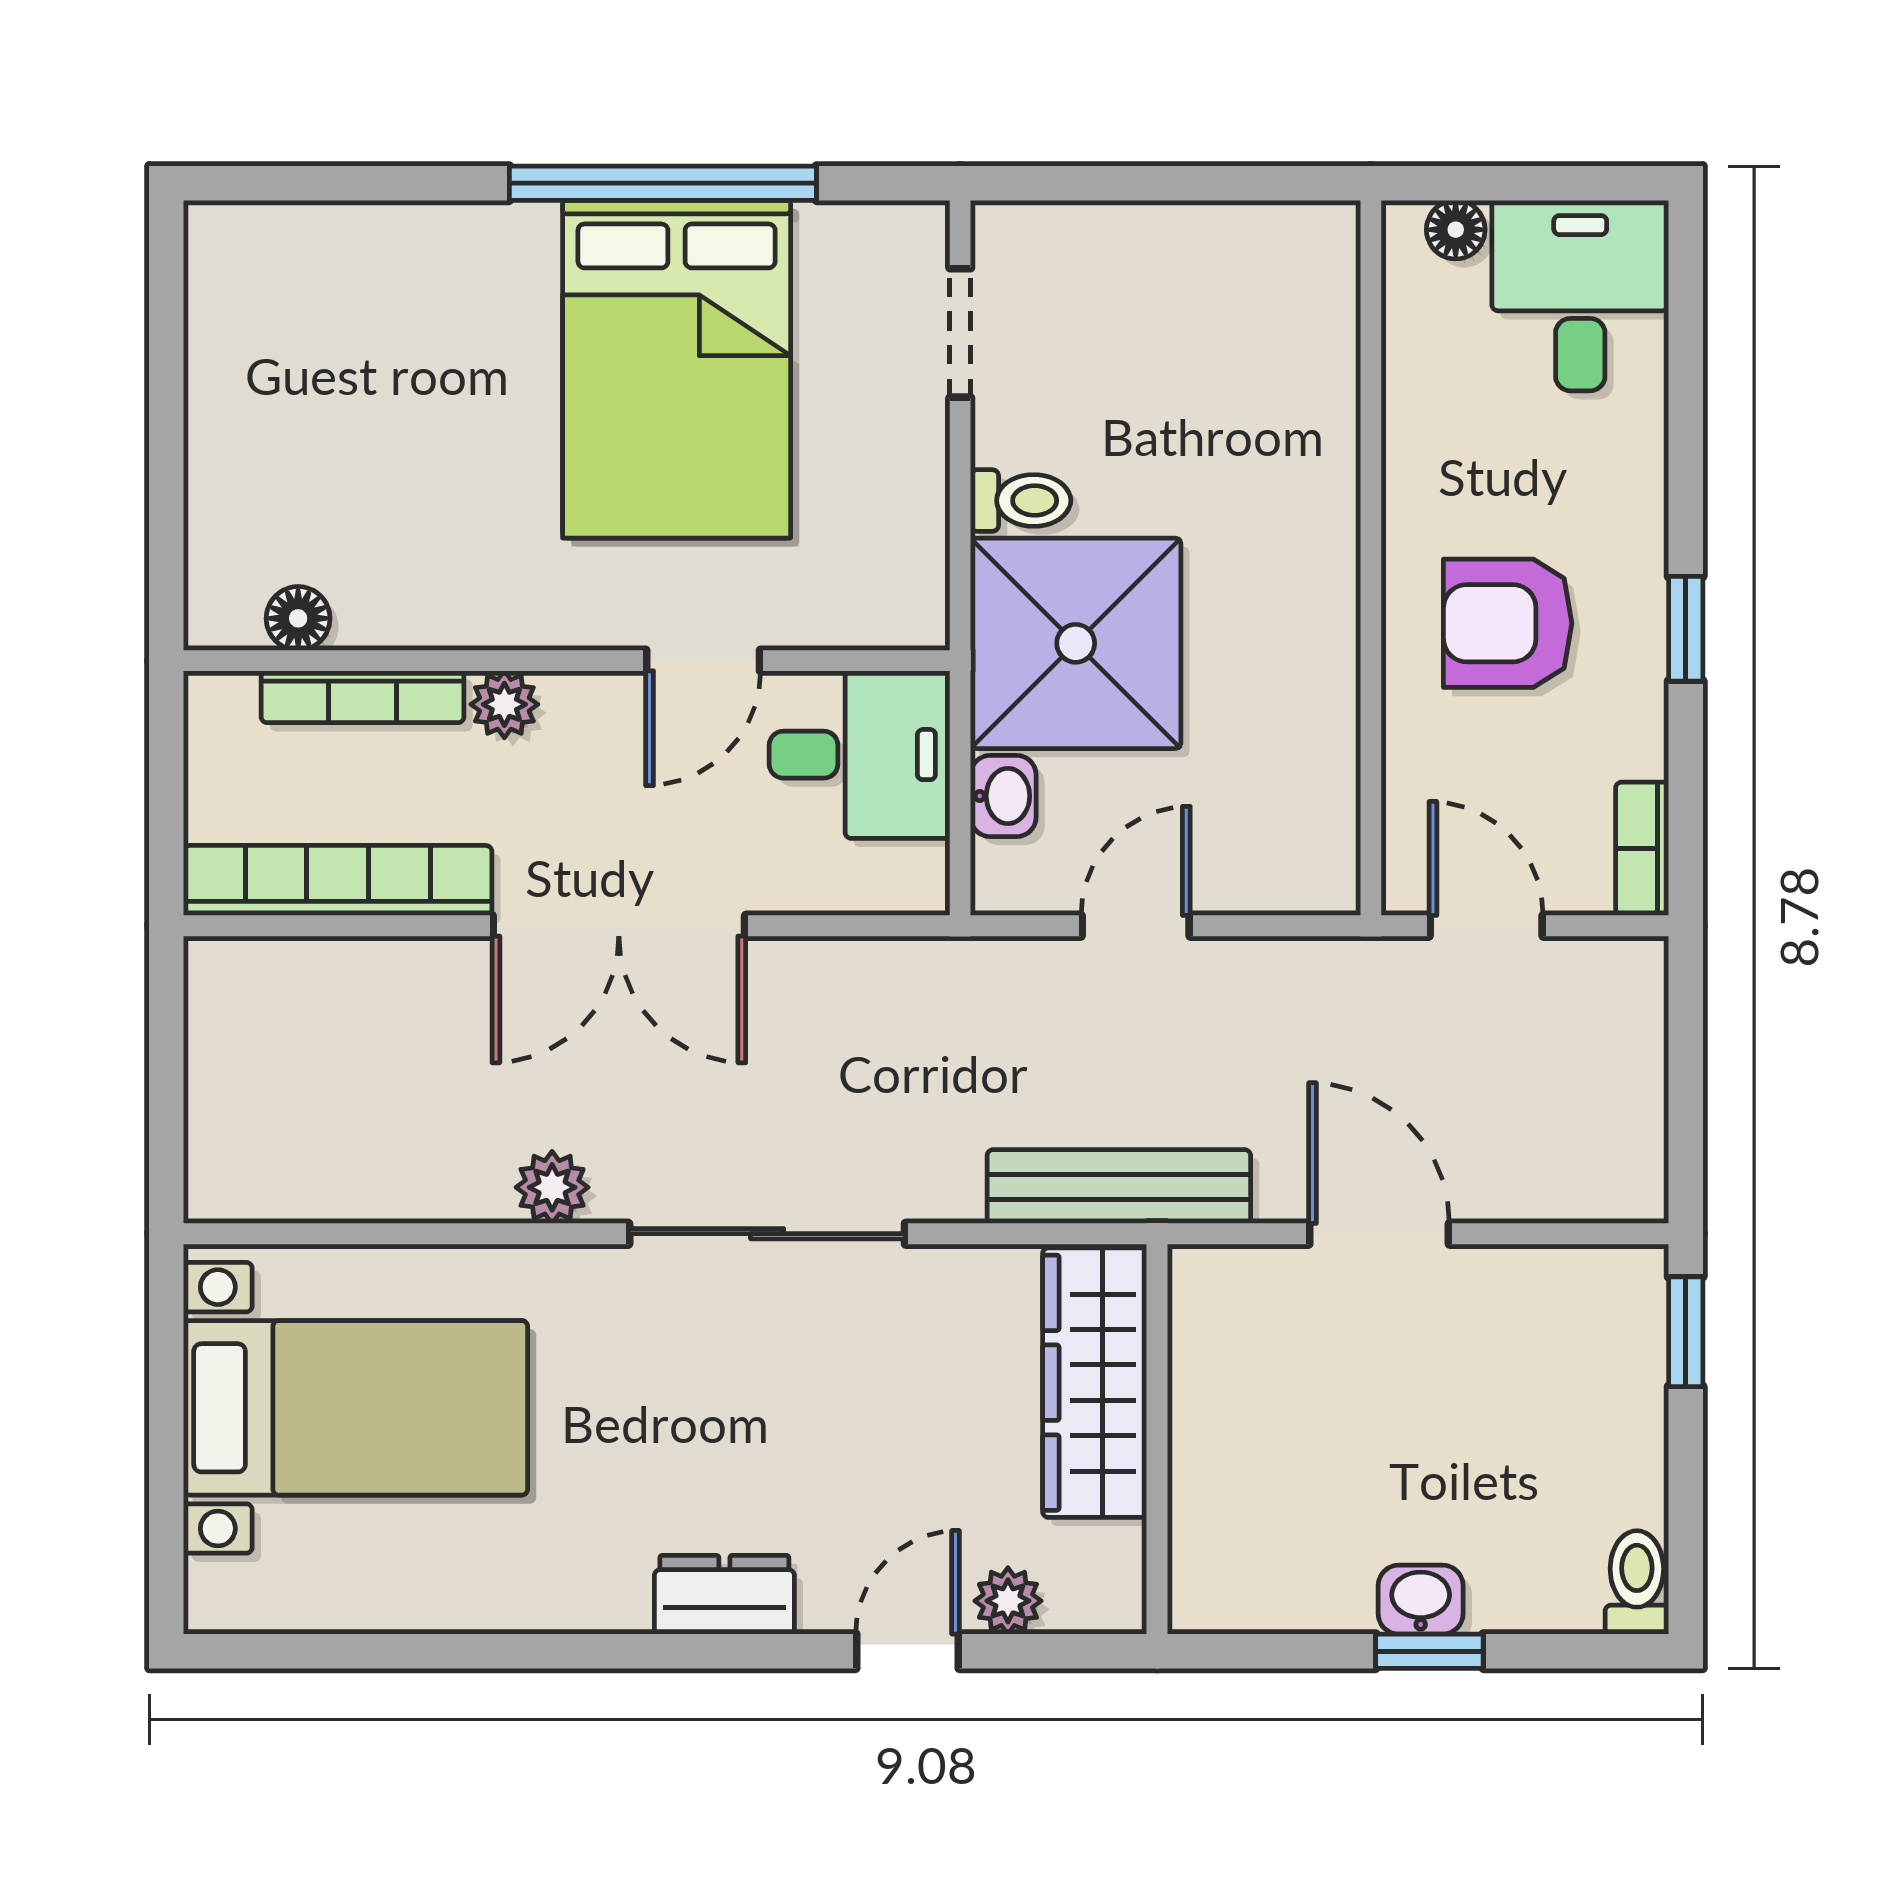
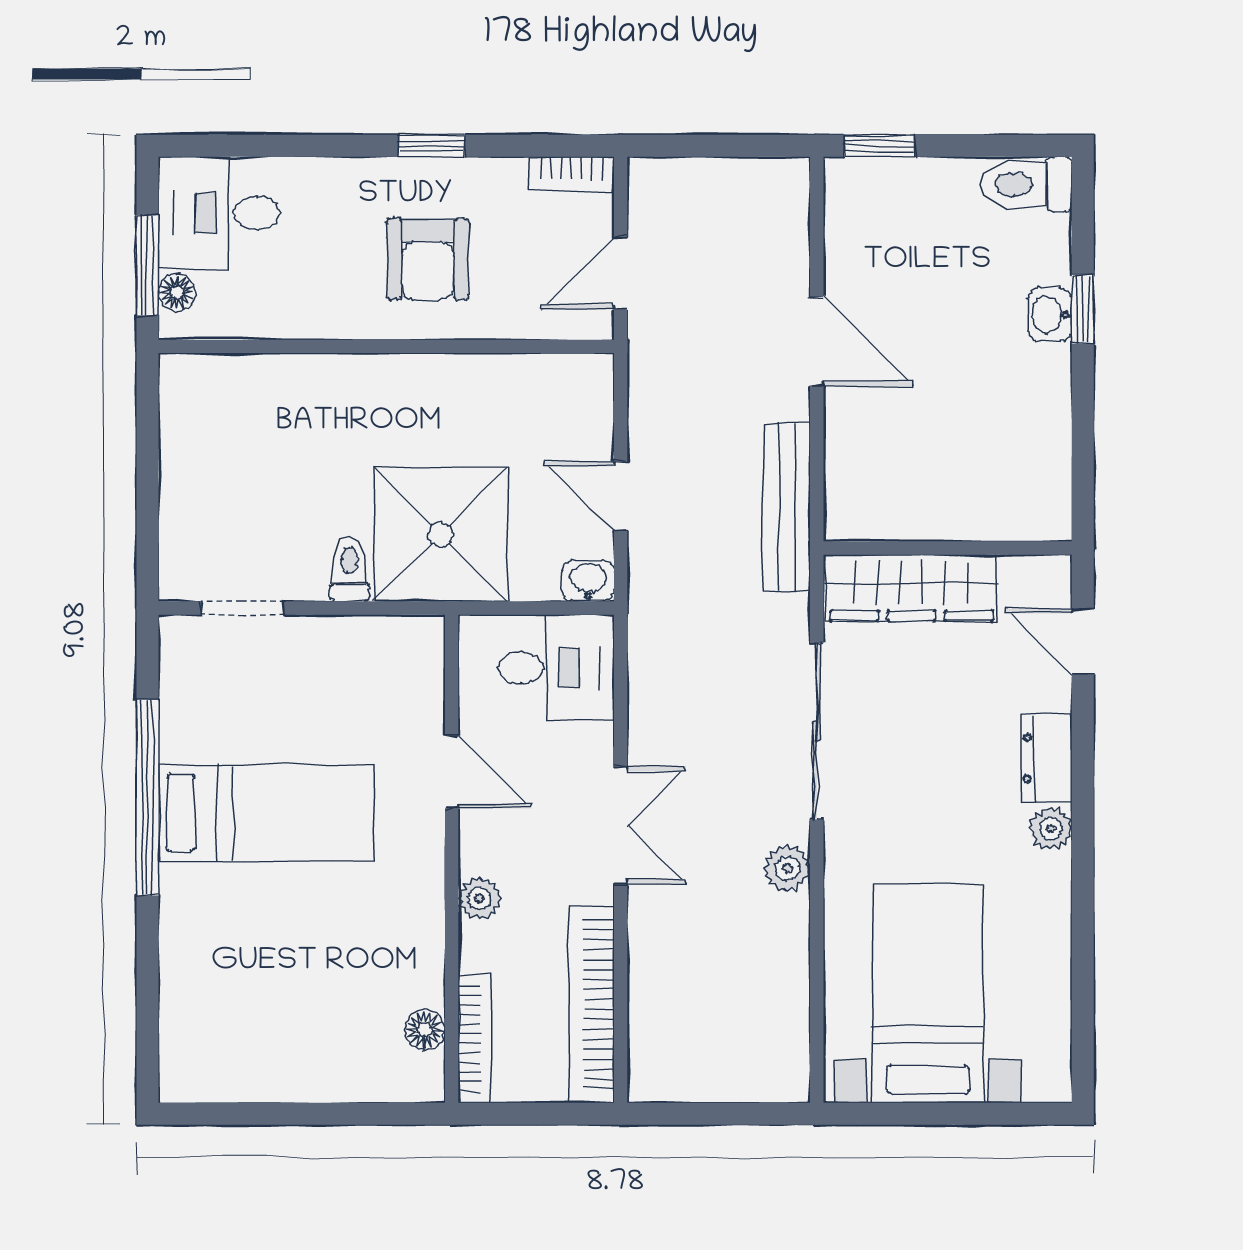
window: (1498, 183) -> (147, 265), added
bed: (677, 369) -> (266, 813), width x0.67
bookcase: (363, 697) -> (475, 1038), moved
desk: (860, 755) -> (556, 668), moved, turned 90
washbasin: (1003, 796) -> (588, 581), moved
double door: (619, 926) -> (621, 825), width x0.73
door: (1379, 1234) -> (817, 341), swing flipped
wardrobe: (1095, 1383) -> (912, 588), moved
wall: (1157, 1439) -> (948, 548), moved
toilet: (1637, 1582) -> (1026, 184), width x1.37, depth x1.39
plant: (1008, 1601) -> (1051, 828), moved

